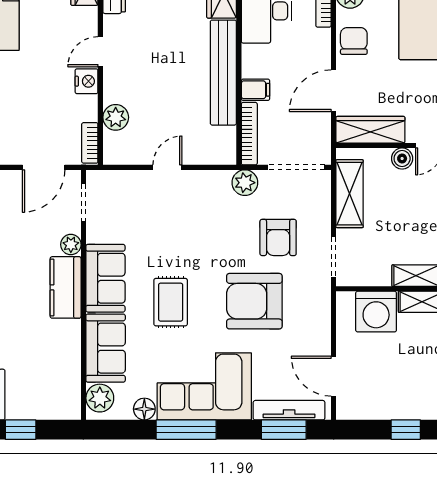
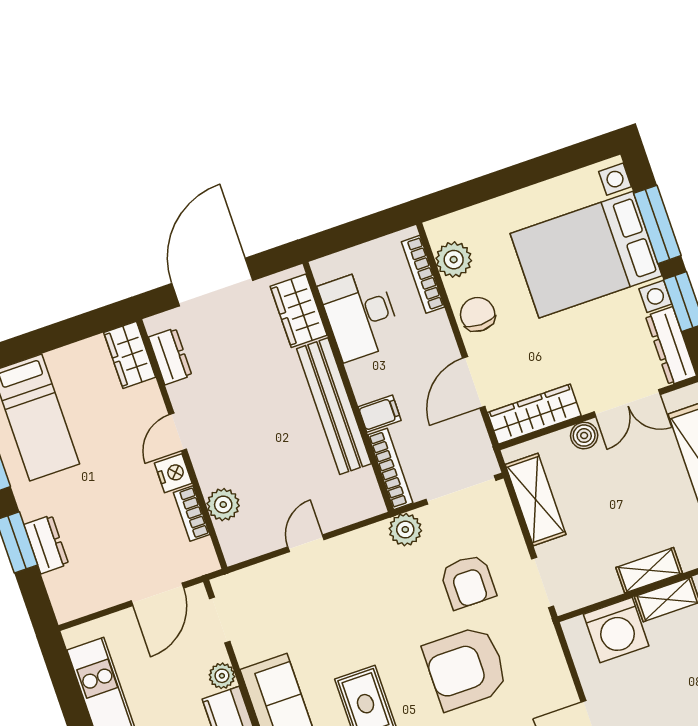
bookcase: (90, 143) -> (192, 513), moved

